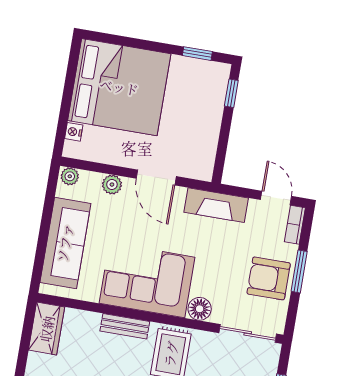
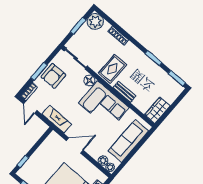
door: (156, 177) -> (75, 145), hinge flipped
plant: (112, 185) -> (103, 161), moved
armchair: (269, 278) -> (53, 76), turned 90

